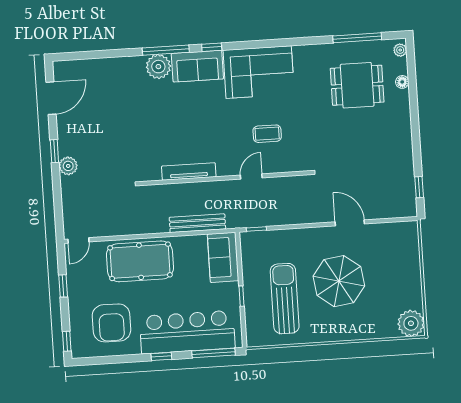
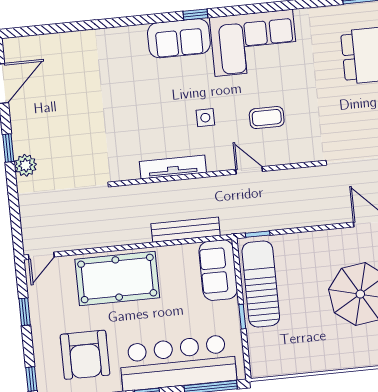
window: (166, 50) -> (140, 20), removed
plant: (158, 67) -> (131, 40), removed
side table: (217, 132) -> (205, 118), added
door: (251, 177) -> (249, 170), hinge flipped
sun lounger: (285, 299) -> (261, 284), moved

